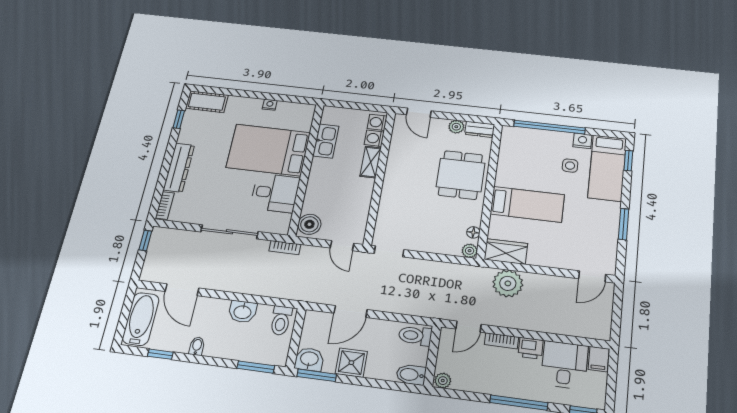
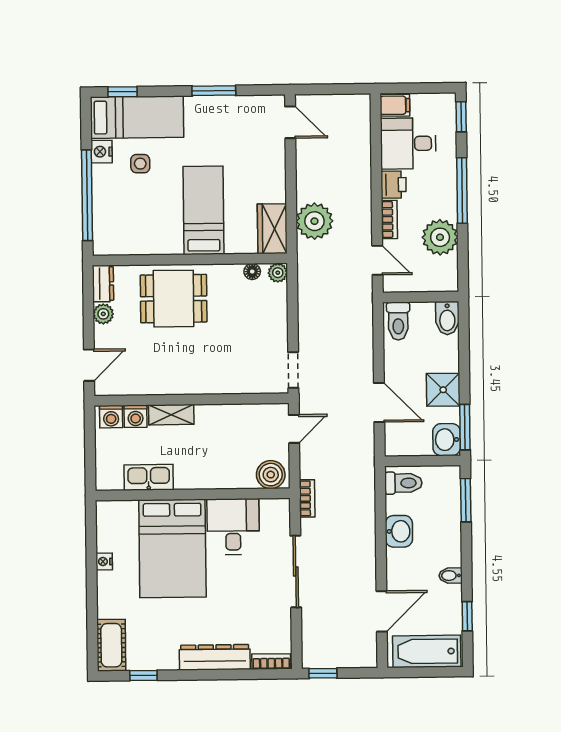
plant: (443, 381) -> (440, 237), moved, width x1.88, depth x1.88

